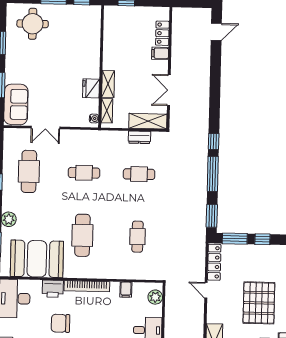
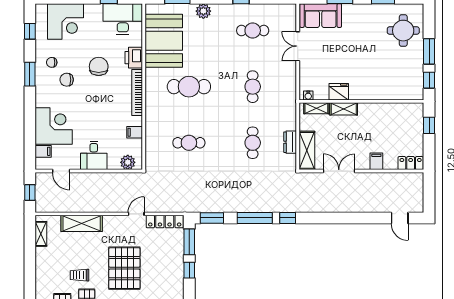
locker: (162, 33) -> (411, 163), moved
cafe table: (29, 171) -> (253, 30), width x0.73, depth x0.74
pallet: (259, 303) -> (124, 268), turned 90

